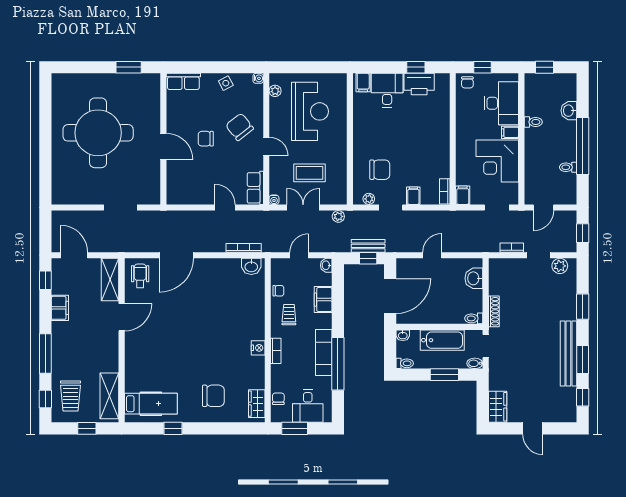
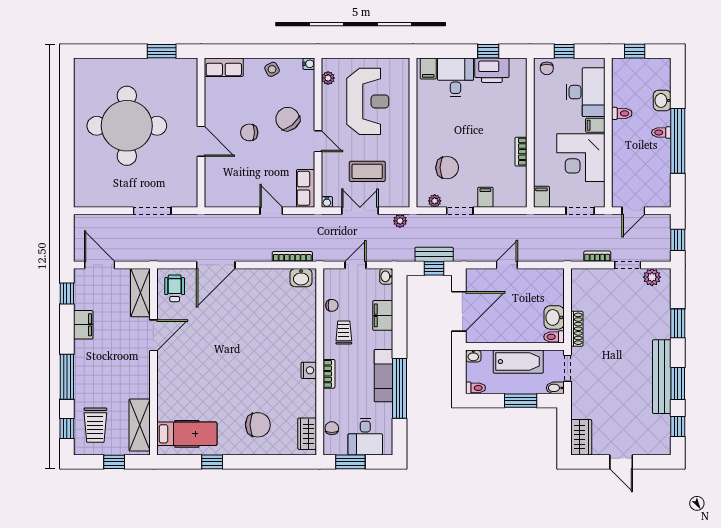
toilet: (568, 167) -> (661, 133), moved
bookcase: (445, 191) -> (521, 152), moved
washbasin: (474, 278) -> (554, 317), moved

